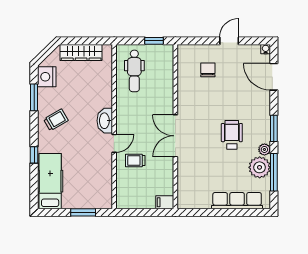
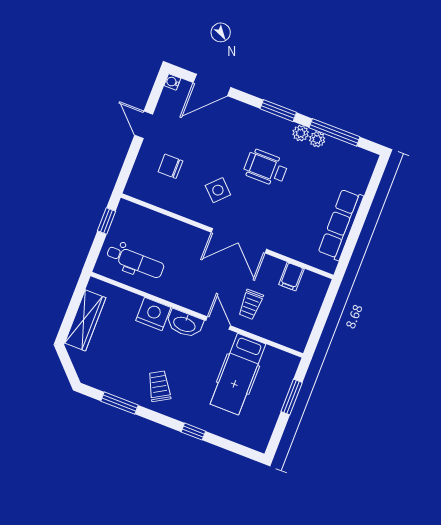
nightstand: (47, 77) -> (153, 314), moved, turned 180
side table: (204, 108) -> (218, 190), added
plant: (260, 167) -> (317, 139), width x0.53, depth x0.53
hospital bed: (50, 181) -> (238, 374), moved, turned -90
row of seats: (237, 201) -> (341, 224), moved
filing cabinet: (165, 202) -> (291, 277), moved

